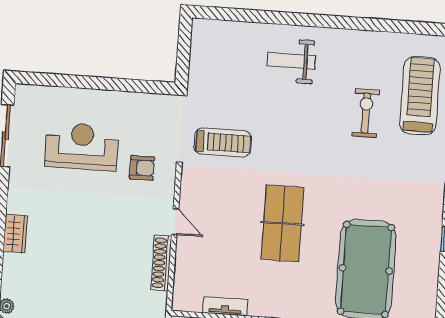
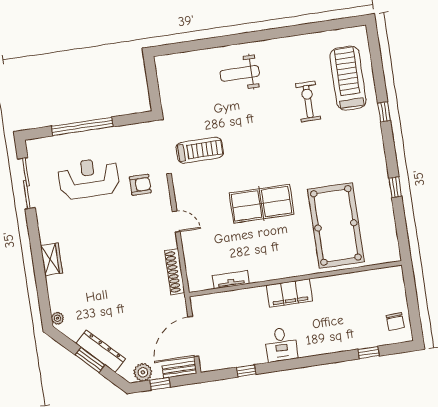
window: (88, 82) -> (82, 126), added
table tennis table: (282, 223) -> (262, 204), turned 90
shoe rack: (161, 263) -> (175, 272), moved

